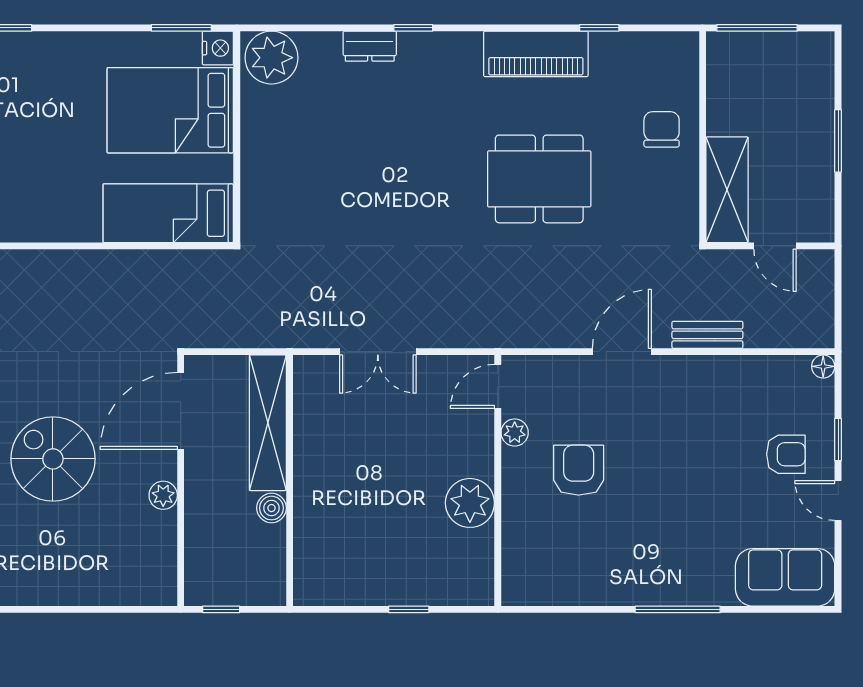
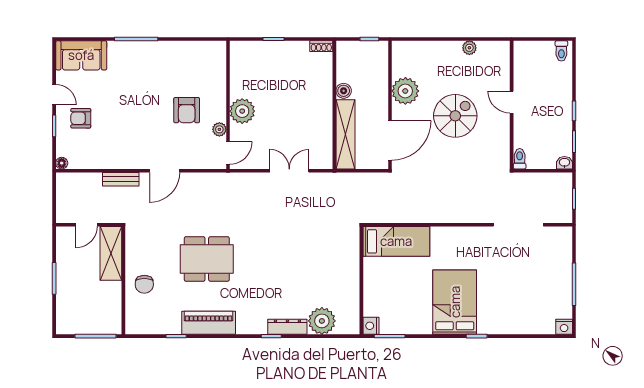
dresser: (370, 46) -> (287, 327), width x1.44
plant: (271, 58) -> (322, 321), moved
bed: (170, 110) -> (455, 302), moved, turned -90
door: (775, 246) -> (86, 225), swing flipped
spiral stairs: (53, 459) -> (455, 116), turned -90
plant: (163, 495) -> (405, 91), width x1.88, depth x1.88
plant: (470, 503) -> (242, 111), moved
plant: (25, 592) -> (469, 48), added
shoe rack: (315, 595) -> (321, 46), added

